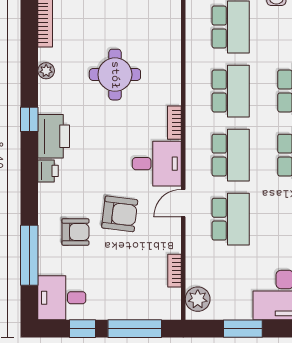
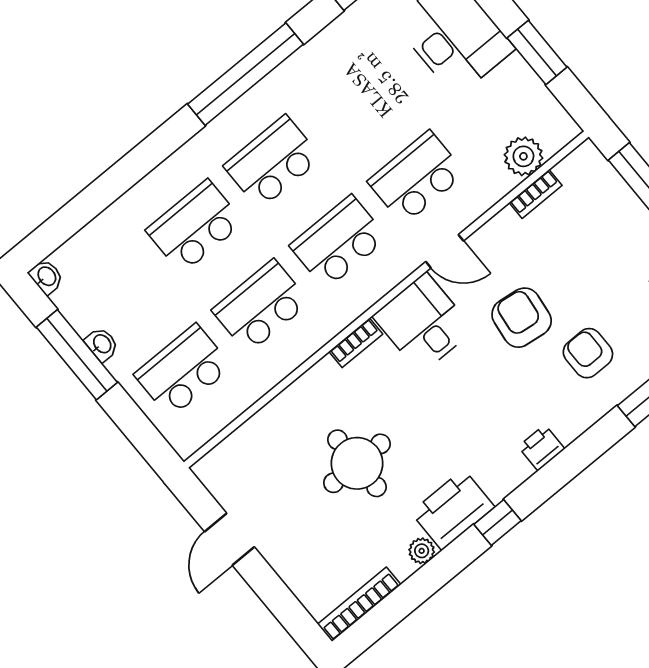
printer: (54, 136) -> (453, 510), moved
plant: (198, 299) -> (523, 156), moved

